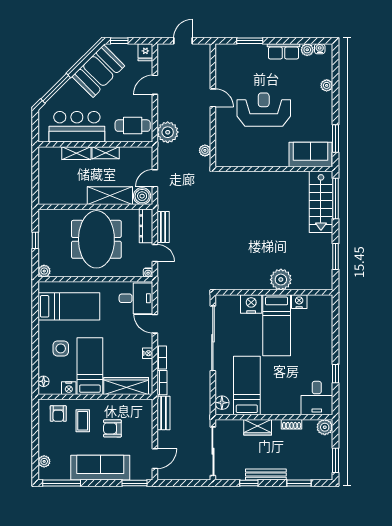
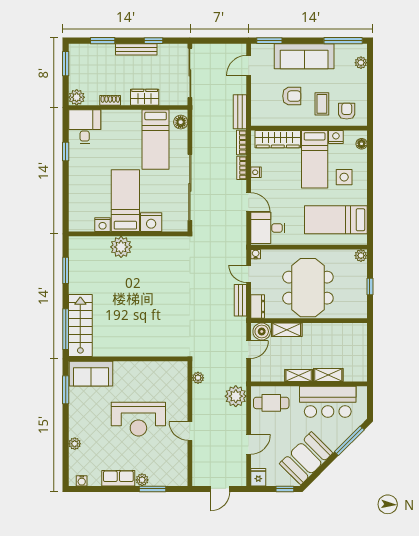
plant: (307, 50) -> (142, 480), moved
shelving: (110, 196) -> (287, 330), width x0.67, depth x0.75
dresser: (146, 226) -> (258, 307), width x0.70

